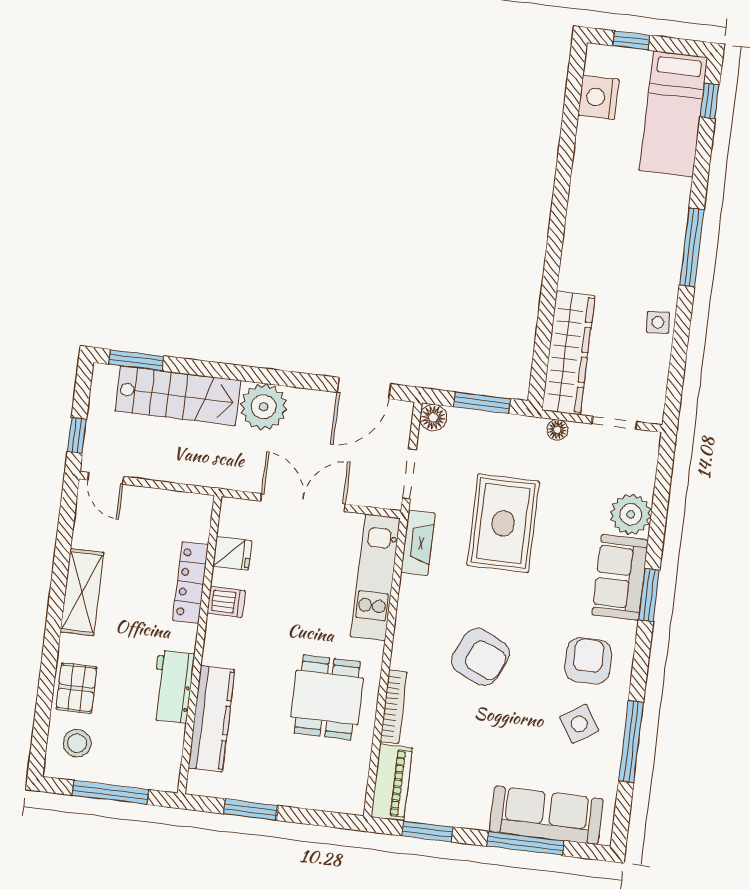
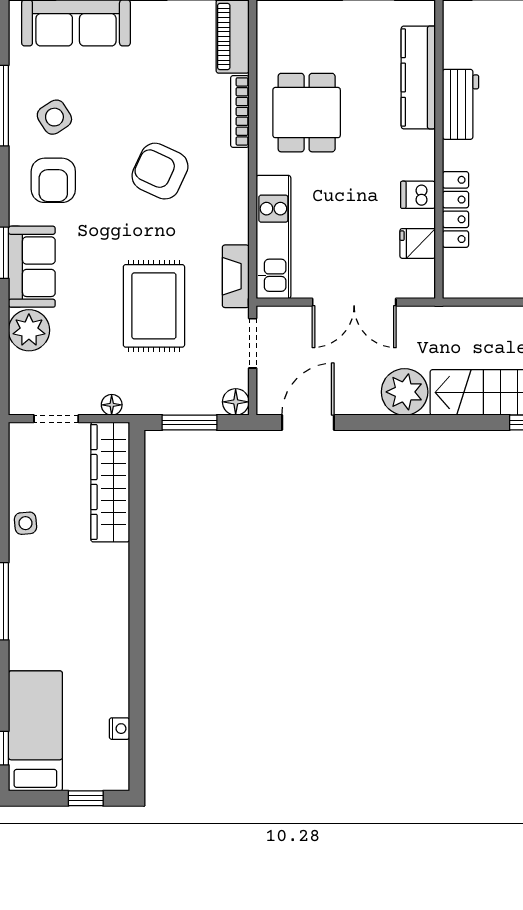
nightstand: (599, 97) -> (119, 729), width x0.53, depth x0.56

